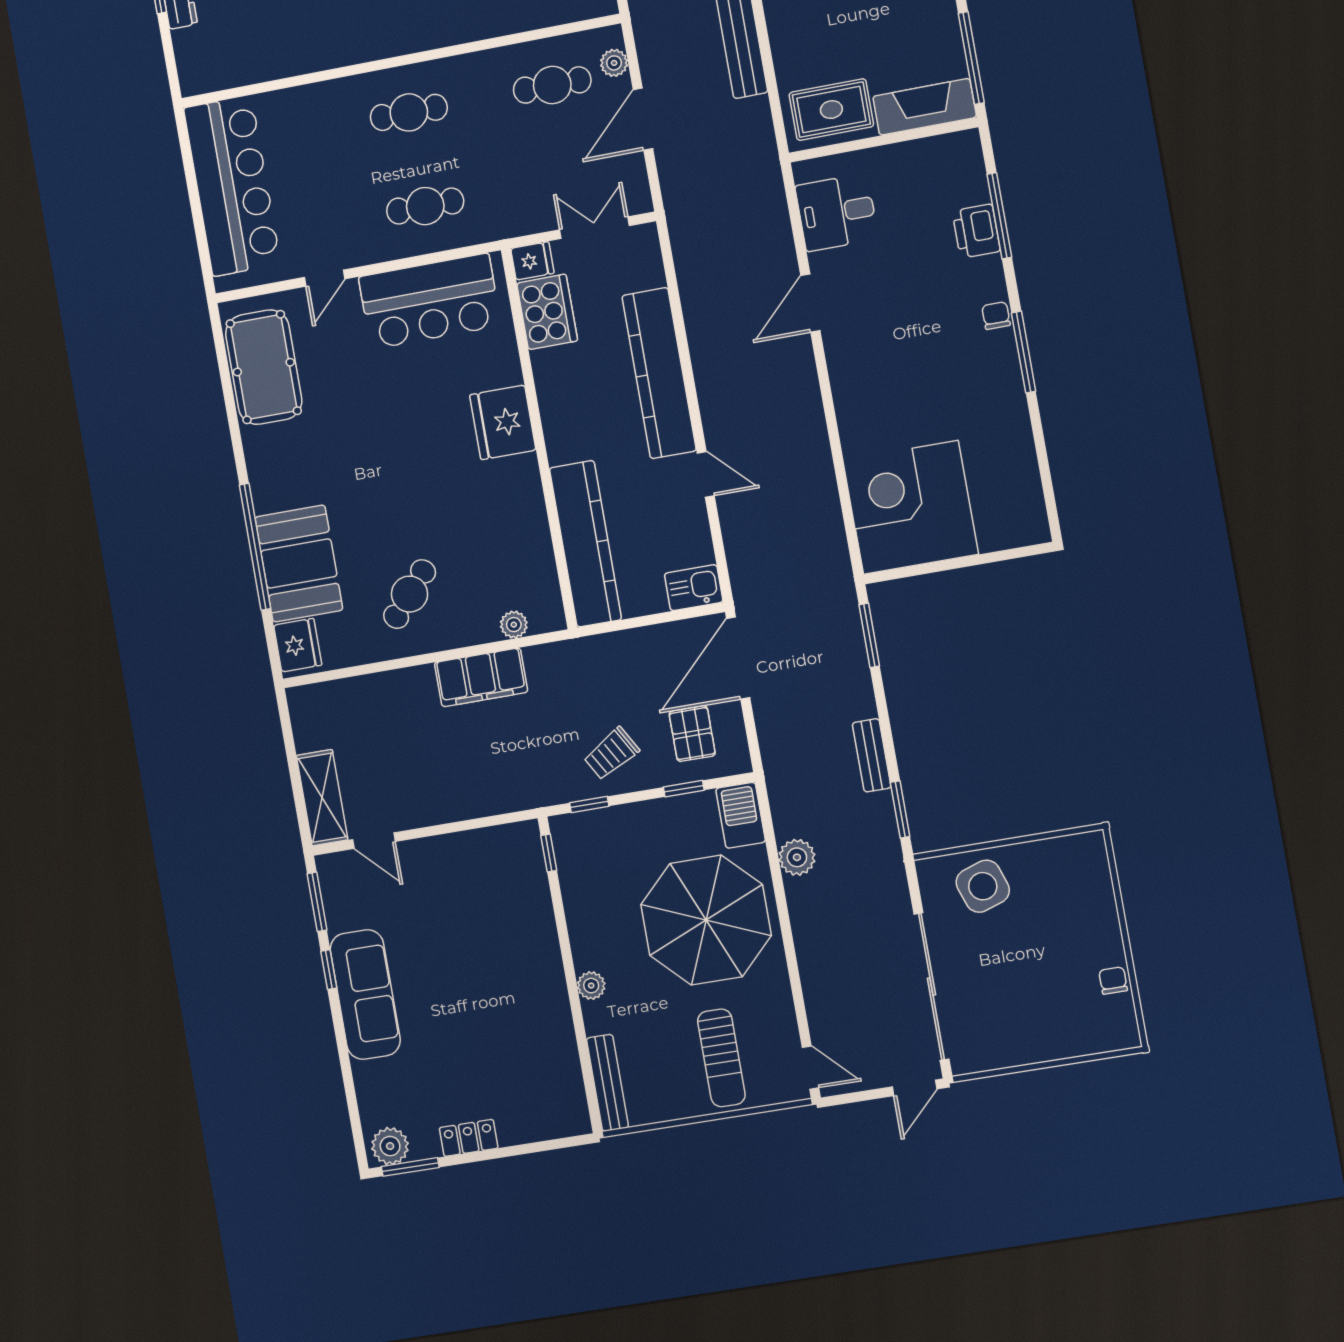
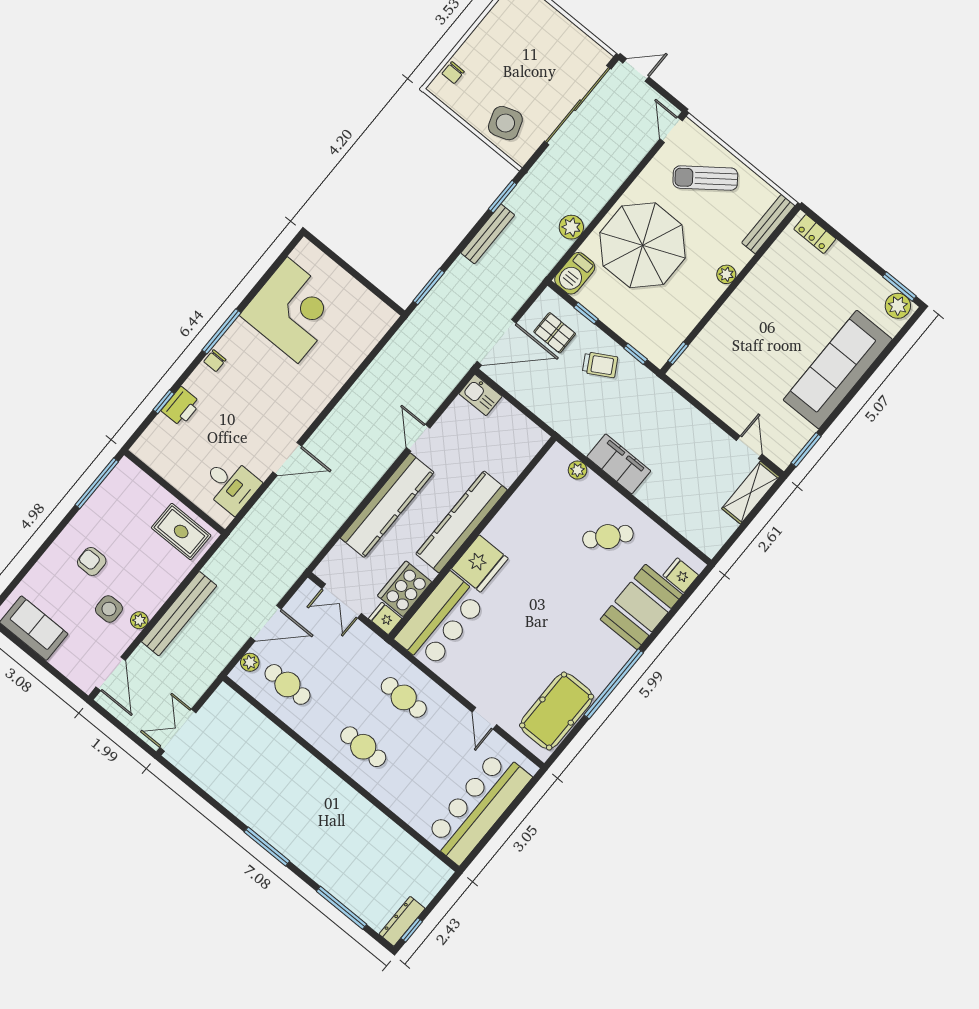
fireplace: (925, 107) -> (141, 486), removed
window: (999, 216) -> (164, 402), width x0.46
door: (325, 278) -> (484, 718), swing flipped
bar counter: (430, 301) -> (441, 620), moved, turned 90
corner desk: (911, 507) -> (293, 310), moved, turned -90
kitchen counter: (585, 544) -> (462, 522), moved
window: (255, 547) -> (614, 684), moved
fridge: (298, 645) -> (681, 575), width x0.72
pallet: (692, 734) -> (555, 333), turned 90
bench: (872, 755) -> (488, 234), width x1.36
window: (329, 970) -> (835, 414), removed
chair: (1113, 980) -> (453, 73), moved
sofa: (365, 995) -> (838, 370), width x1.36, depth x1.27
sun lounger: (721, 1058) -> (705, 178), turned -127
locker: (469, 1138) -> (815, 234), moved

